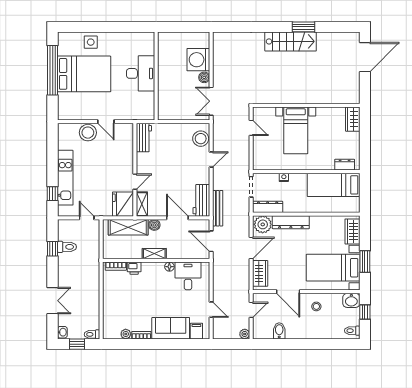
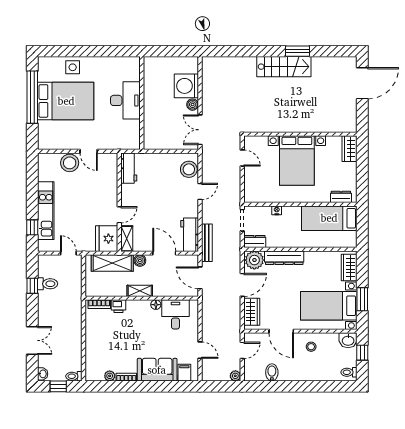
bed with nightstands: (296, 130) -> (297, 161), width x1.36
dresser: (268, 207) -> (255, 241), width x0.70

